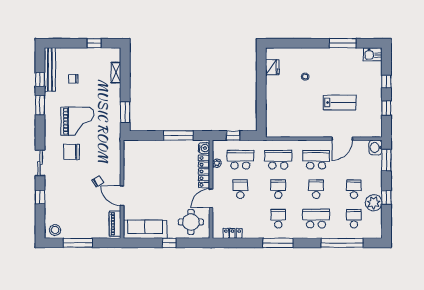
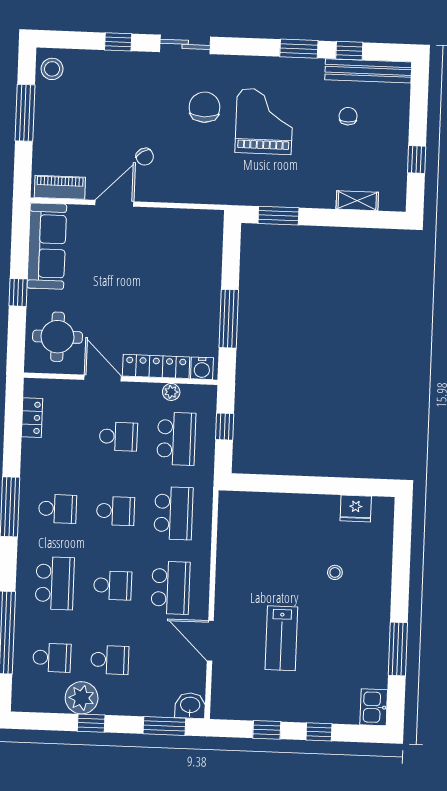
grand piano: (78, 121) -> (264, 121), turned 180

